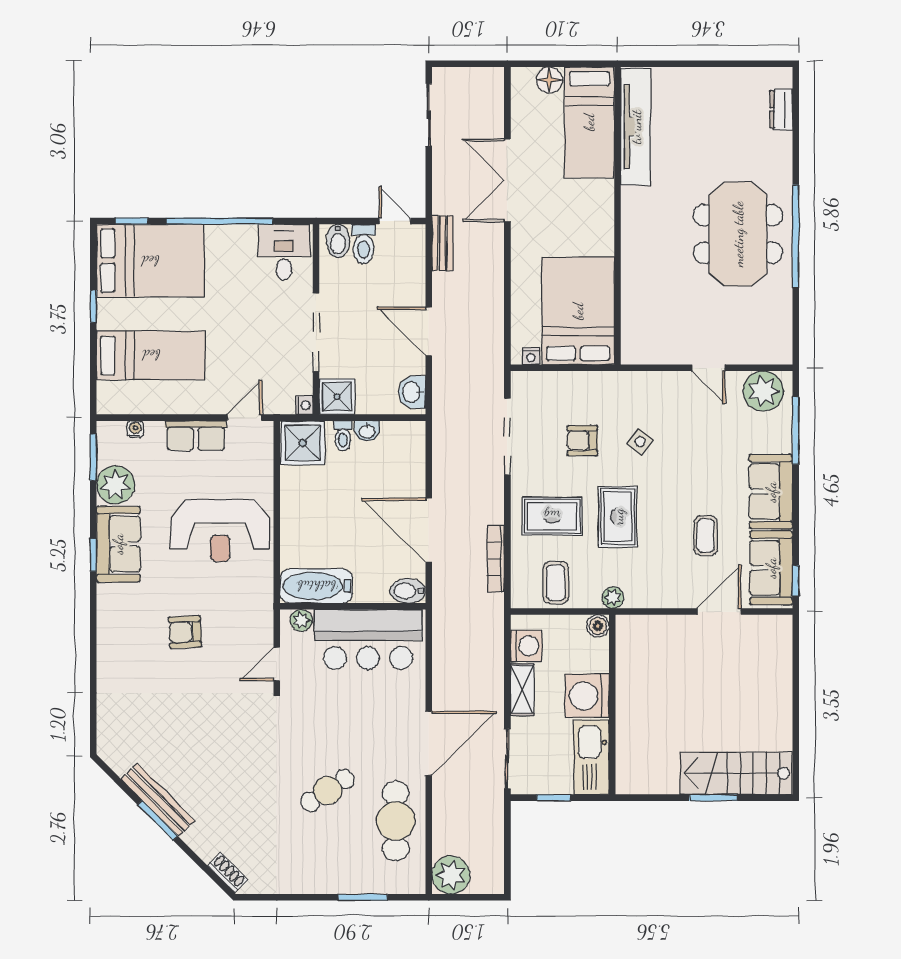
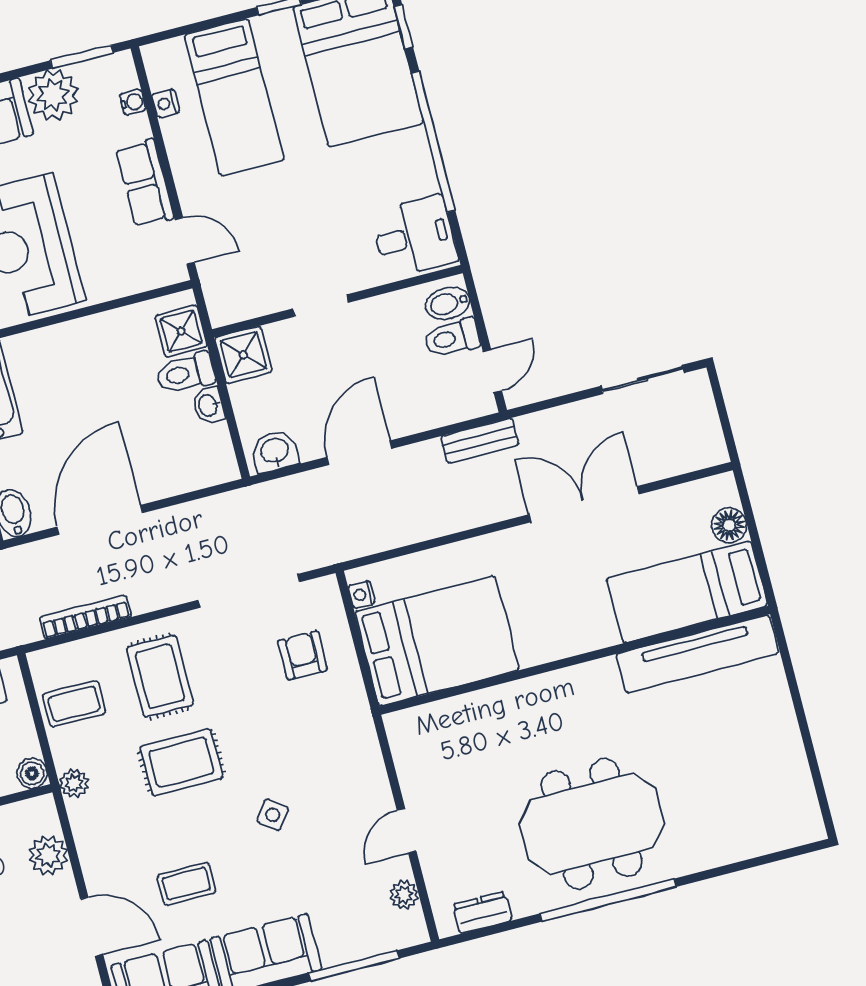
dresser: (781, 109) -> (482, 912), moved
doorway: (316, 332) -> (321, 306), width x0.53
plant: (763, 391) -> (404, 895), width x0.53, depth x0.53
nightstand: (304, 405) -> (166, 103), moved, turned 90
toilet: (343, 436) -> (185, 373), width x1.37, depth x1.39
armchair: (582, 441) -> (303, 655), moved
side table: (640, 442) -> (273, 815), moved
shower: (303, 443) -> (181, 331), width x0.73, depth x0.73
plant: (660, 629) -> (48, 855), added

